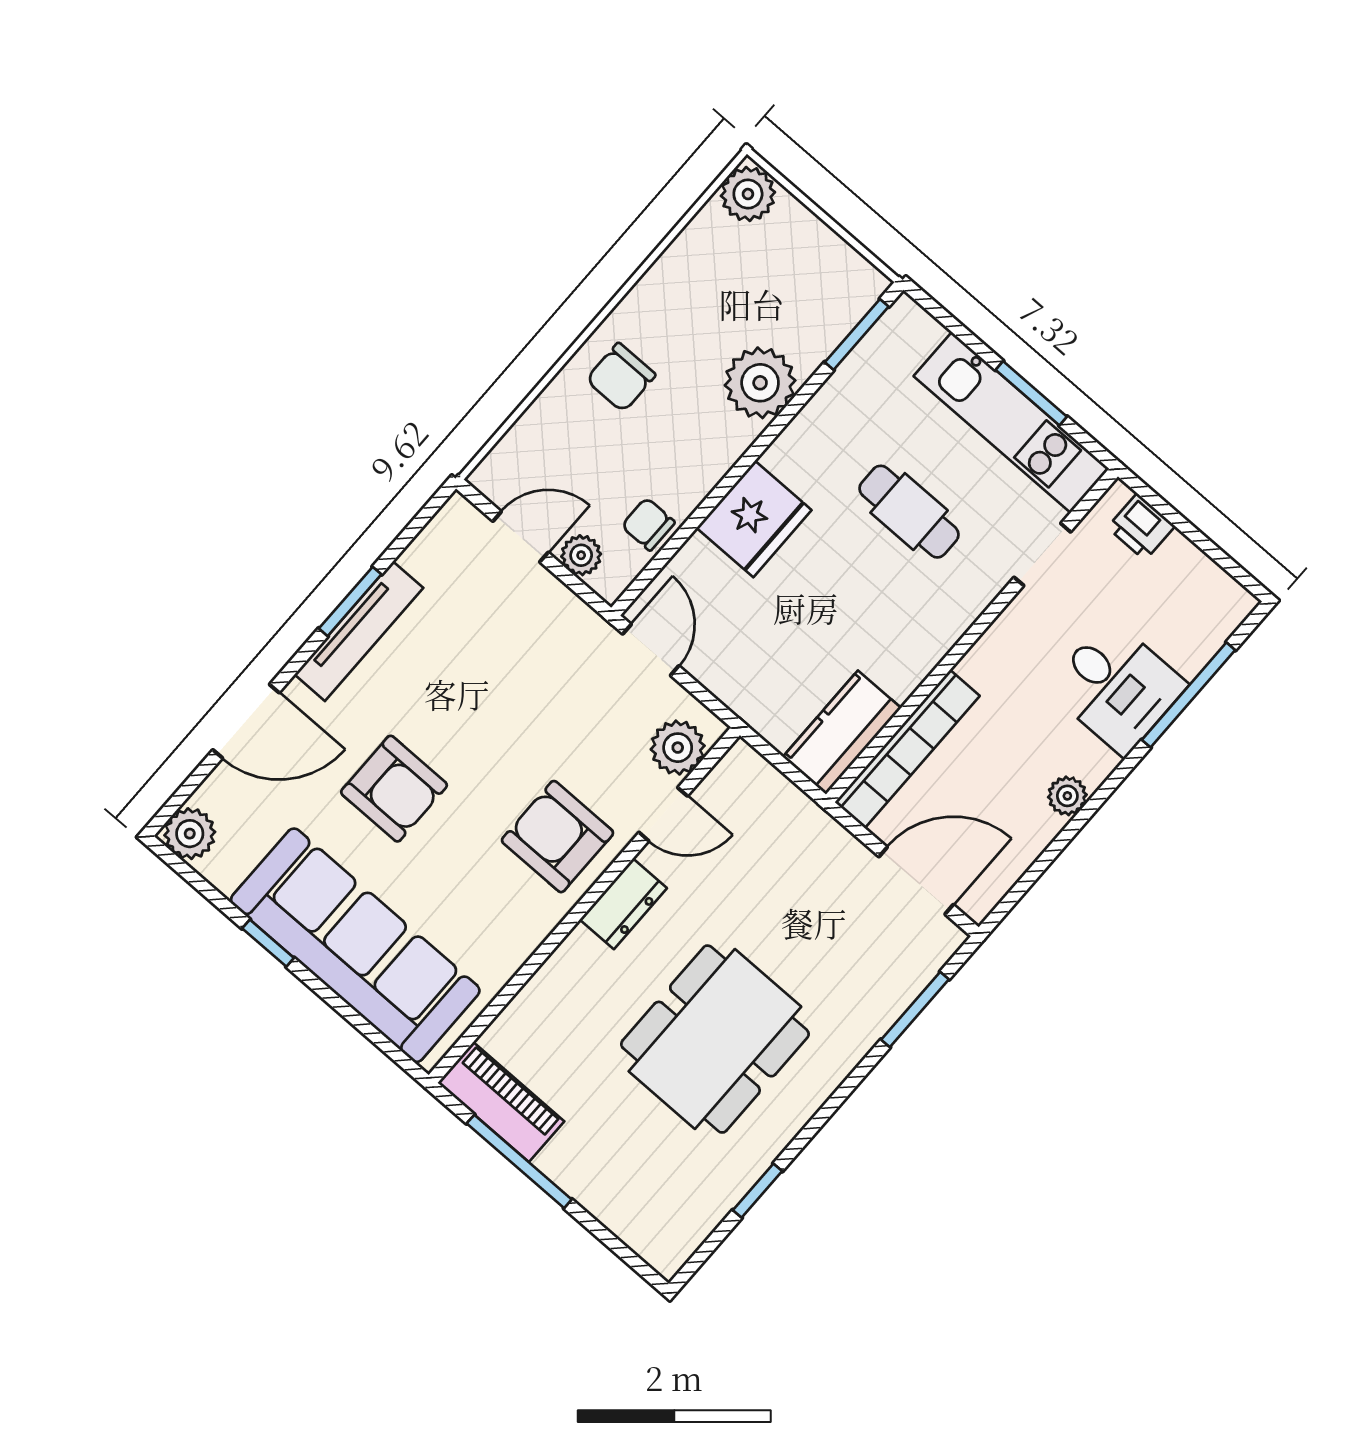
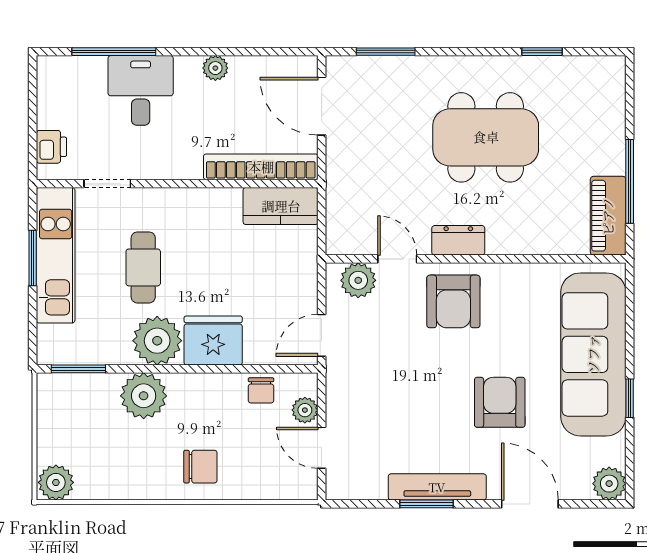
plant: (810, 454) -> (157, 341), added

